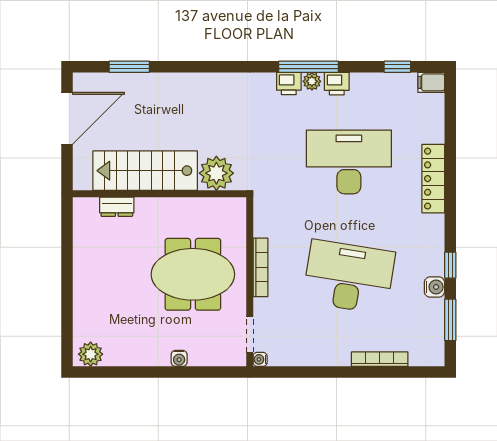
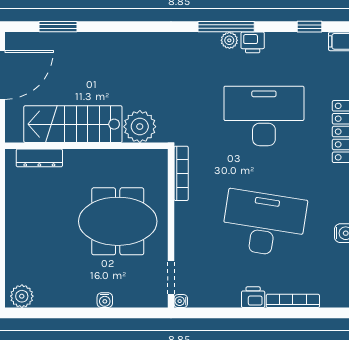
printer: (289, 83) -> (253, 297), moved, turned 180
dresser: (117, 207) -> (39, 158), width x1.44
bookcase: (260, 267) -> (181, 173), moved

